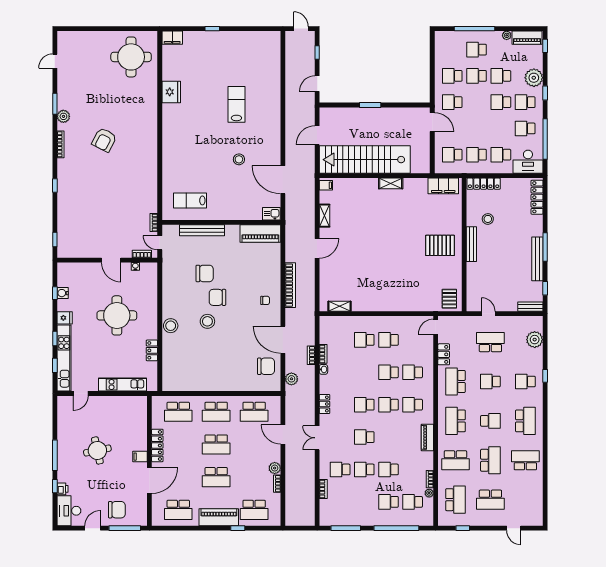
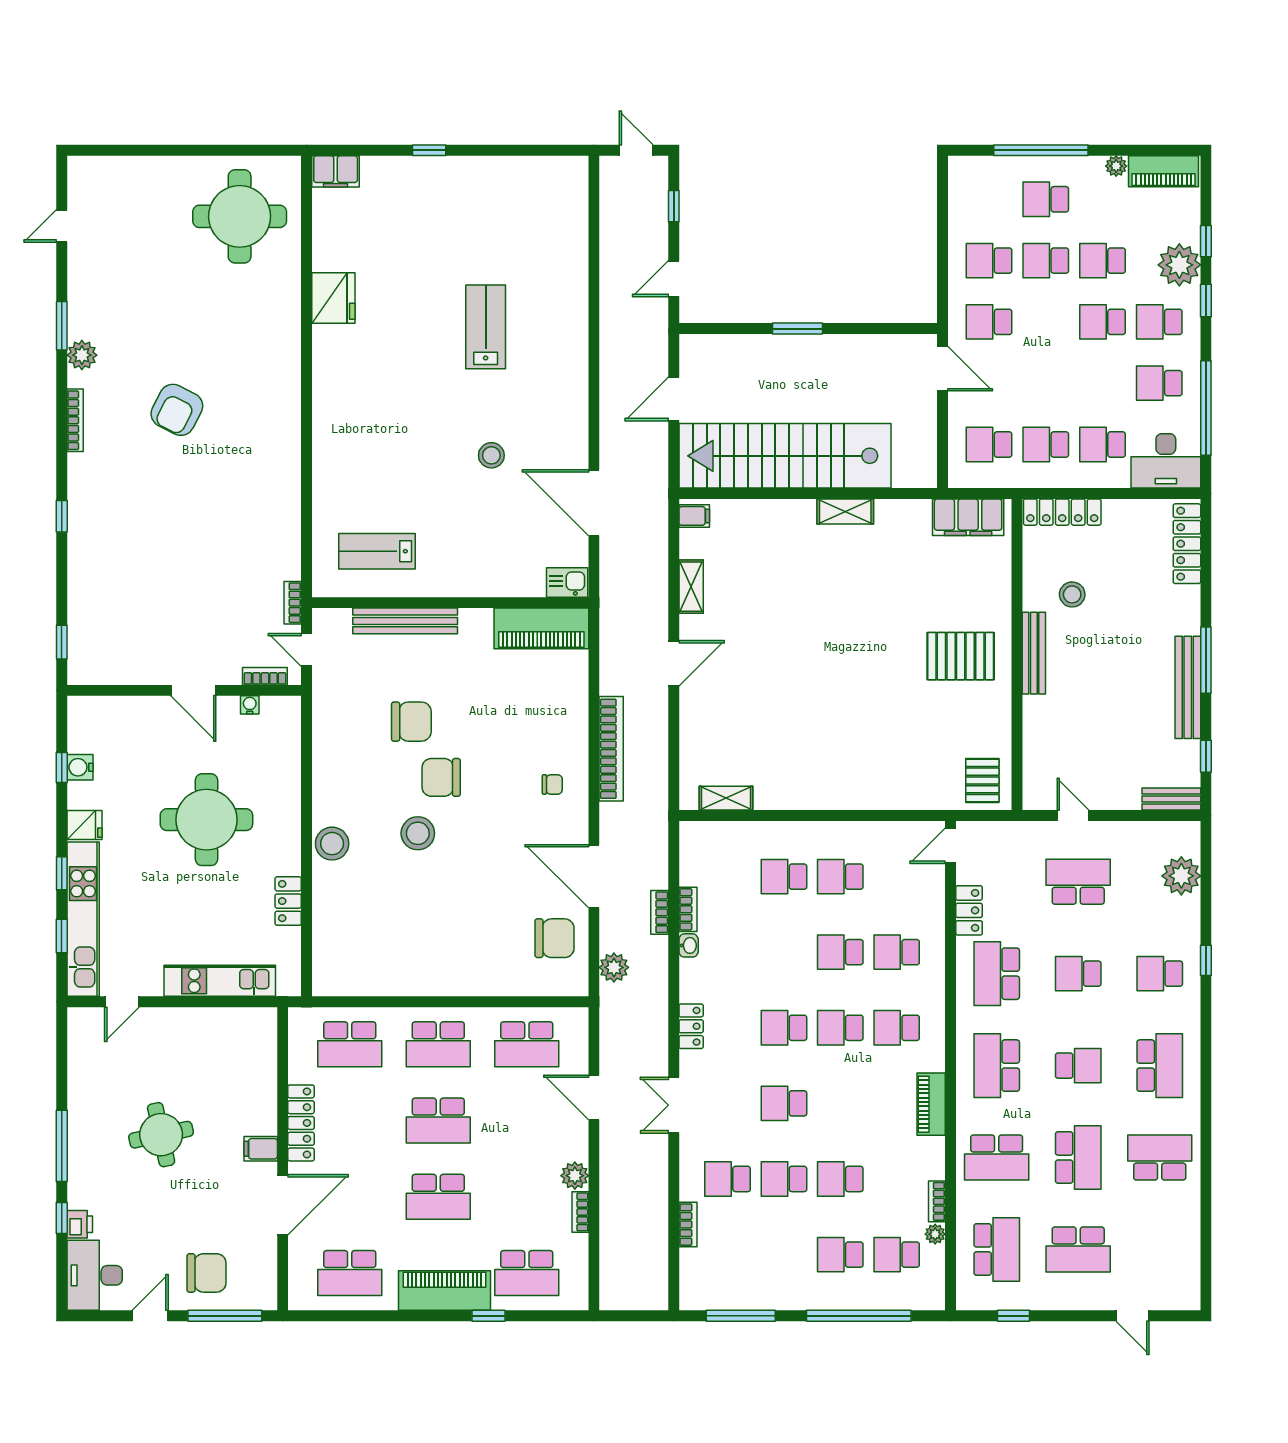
window: (545, 46) -> (1206, 241), moved

